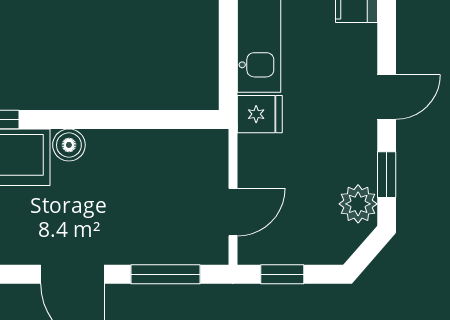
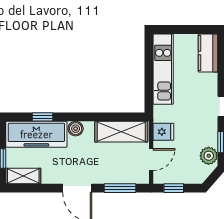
fridge: (260, 114) -> (163, 132), moved
shelving: (168, 152) -> (121, 132), added

